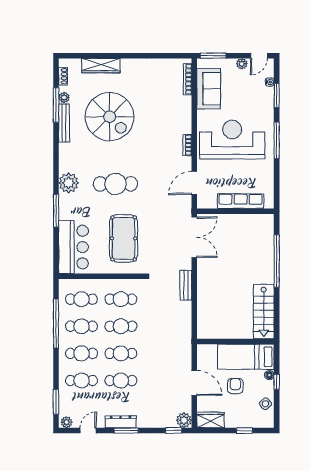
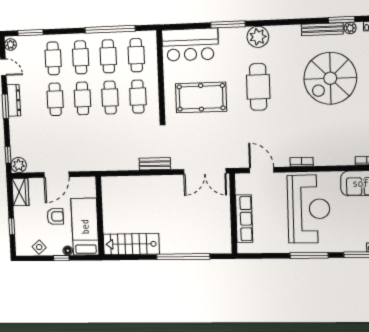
window: (56, 105) -> (342, 20), width x0.69

